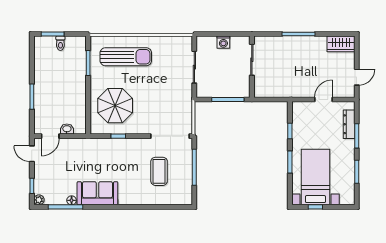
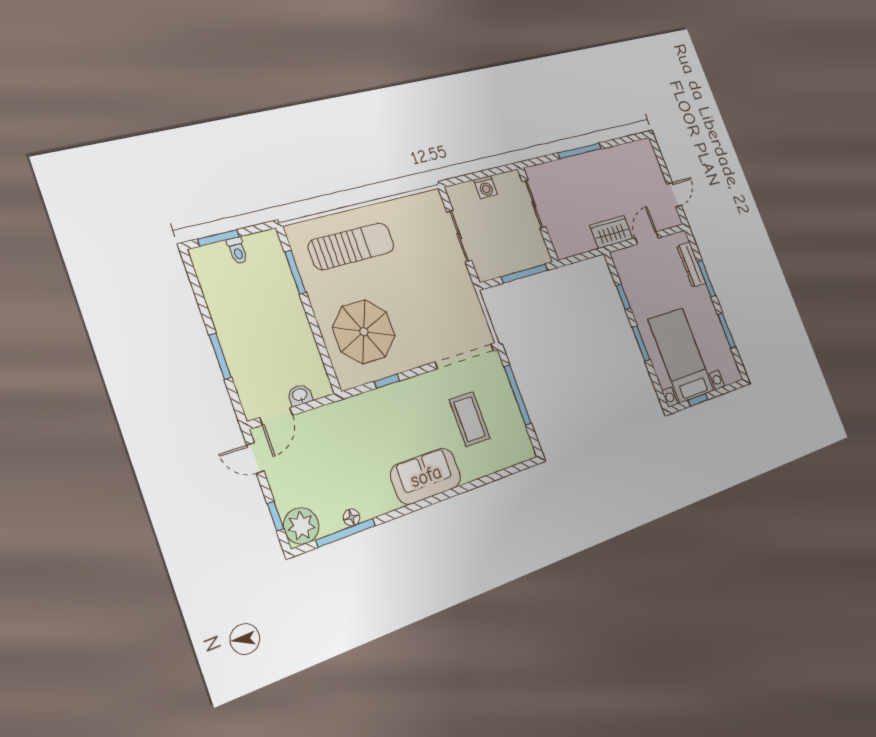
wardrobe: (341, 44) -> (611, 232), moved, turned 180
sofa: (97, 193) -> (426, 476), moved
plant: (39, 200) -> (301, 526), width x1.88, depth x1.88

